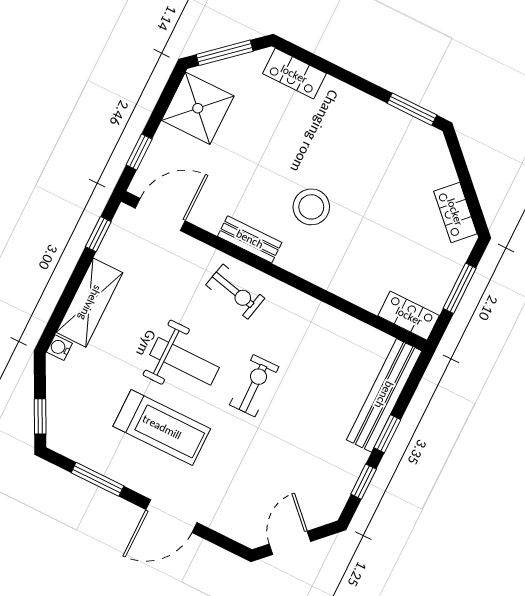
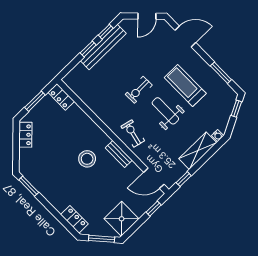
bench: (384, 395) -> (103, 47), moved
door: (171, 516) -> (185, 36), moved

